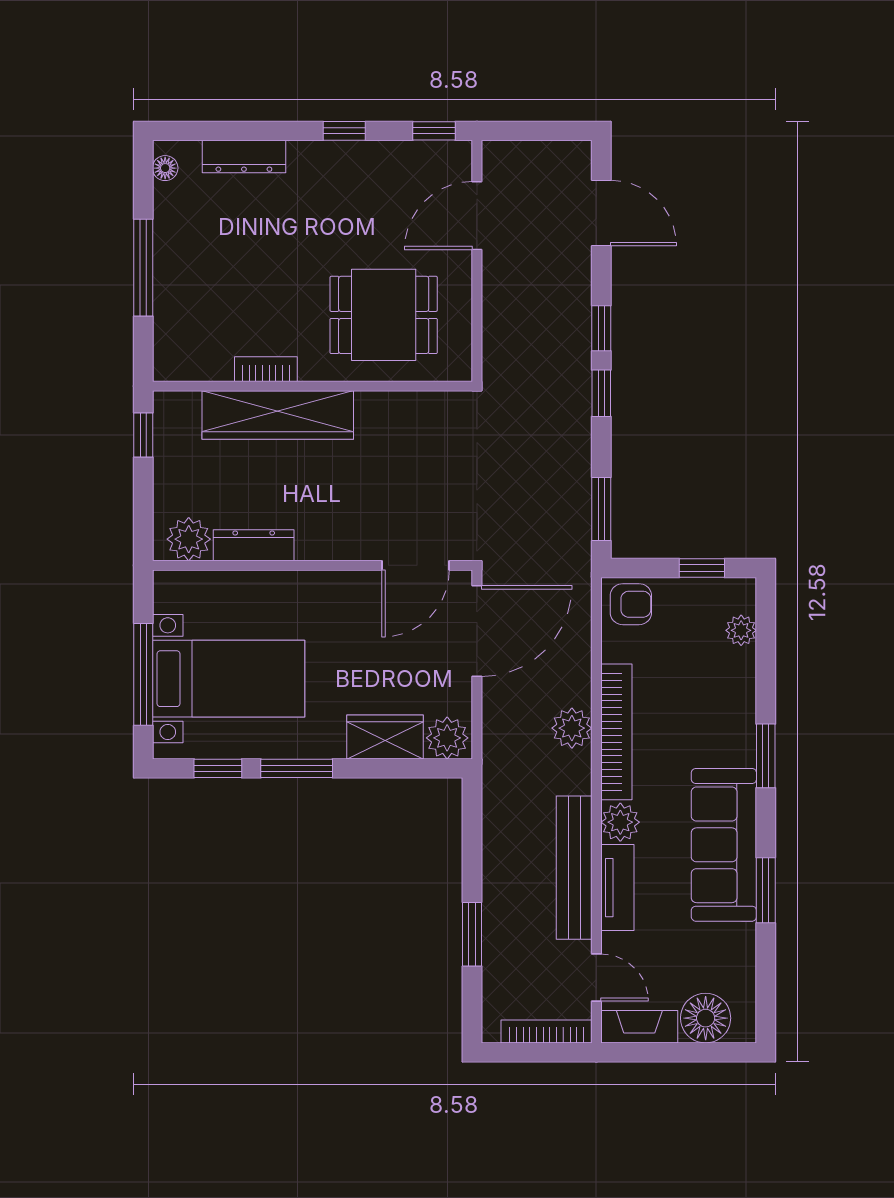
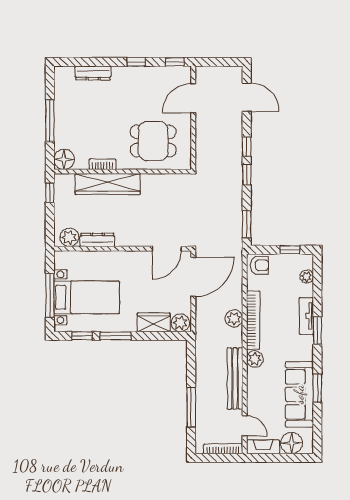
floor lamp: (165, 168) -> (64, 159), moved, width x1.89, depth x1.89
sofa: (724, 845) -> (299, 394), moved
tv unit: (617, 888) -> (306, 316), moved, turned 180
window: (472, 934) -> (191, 407), width x1.44

